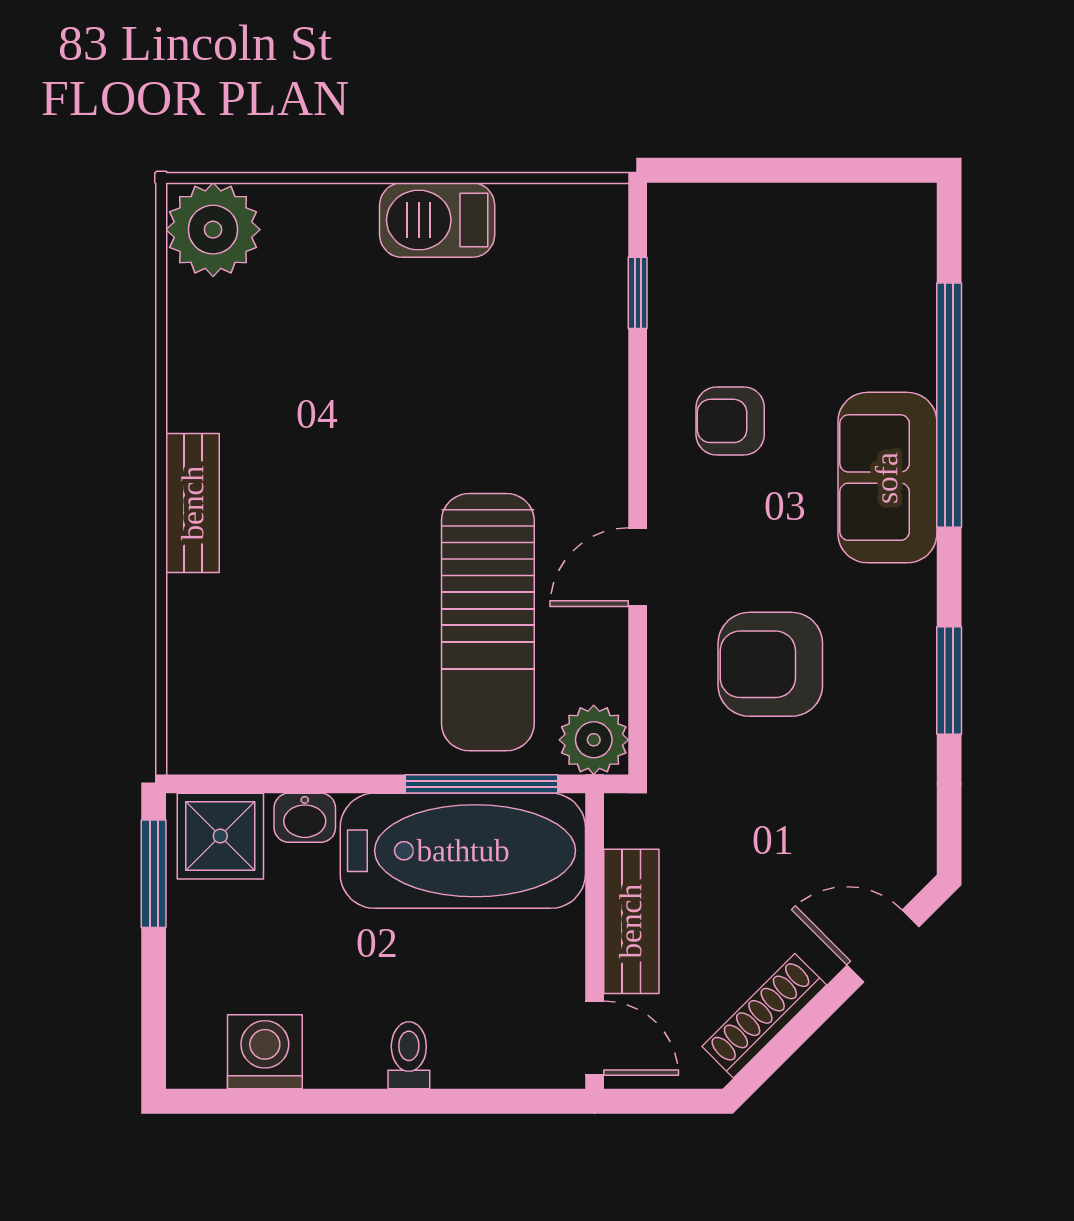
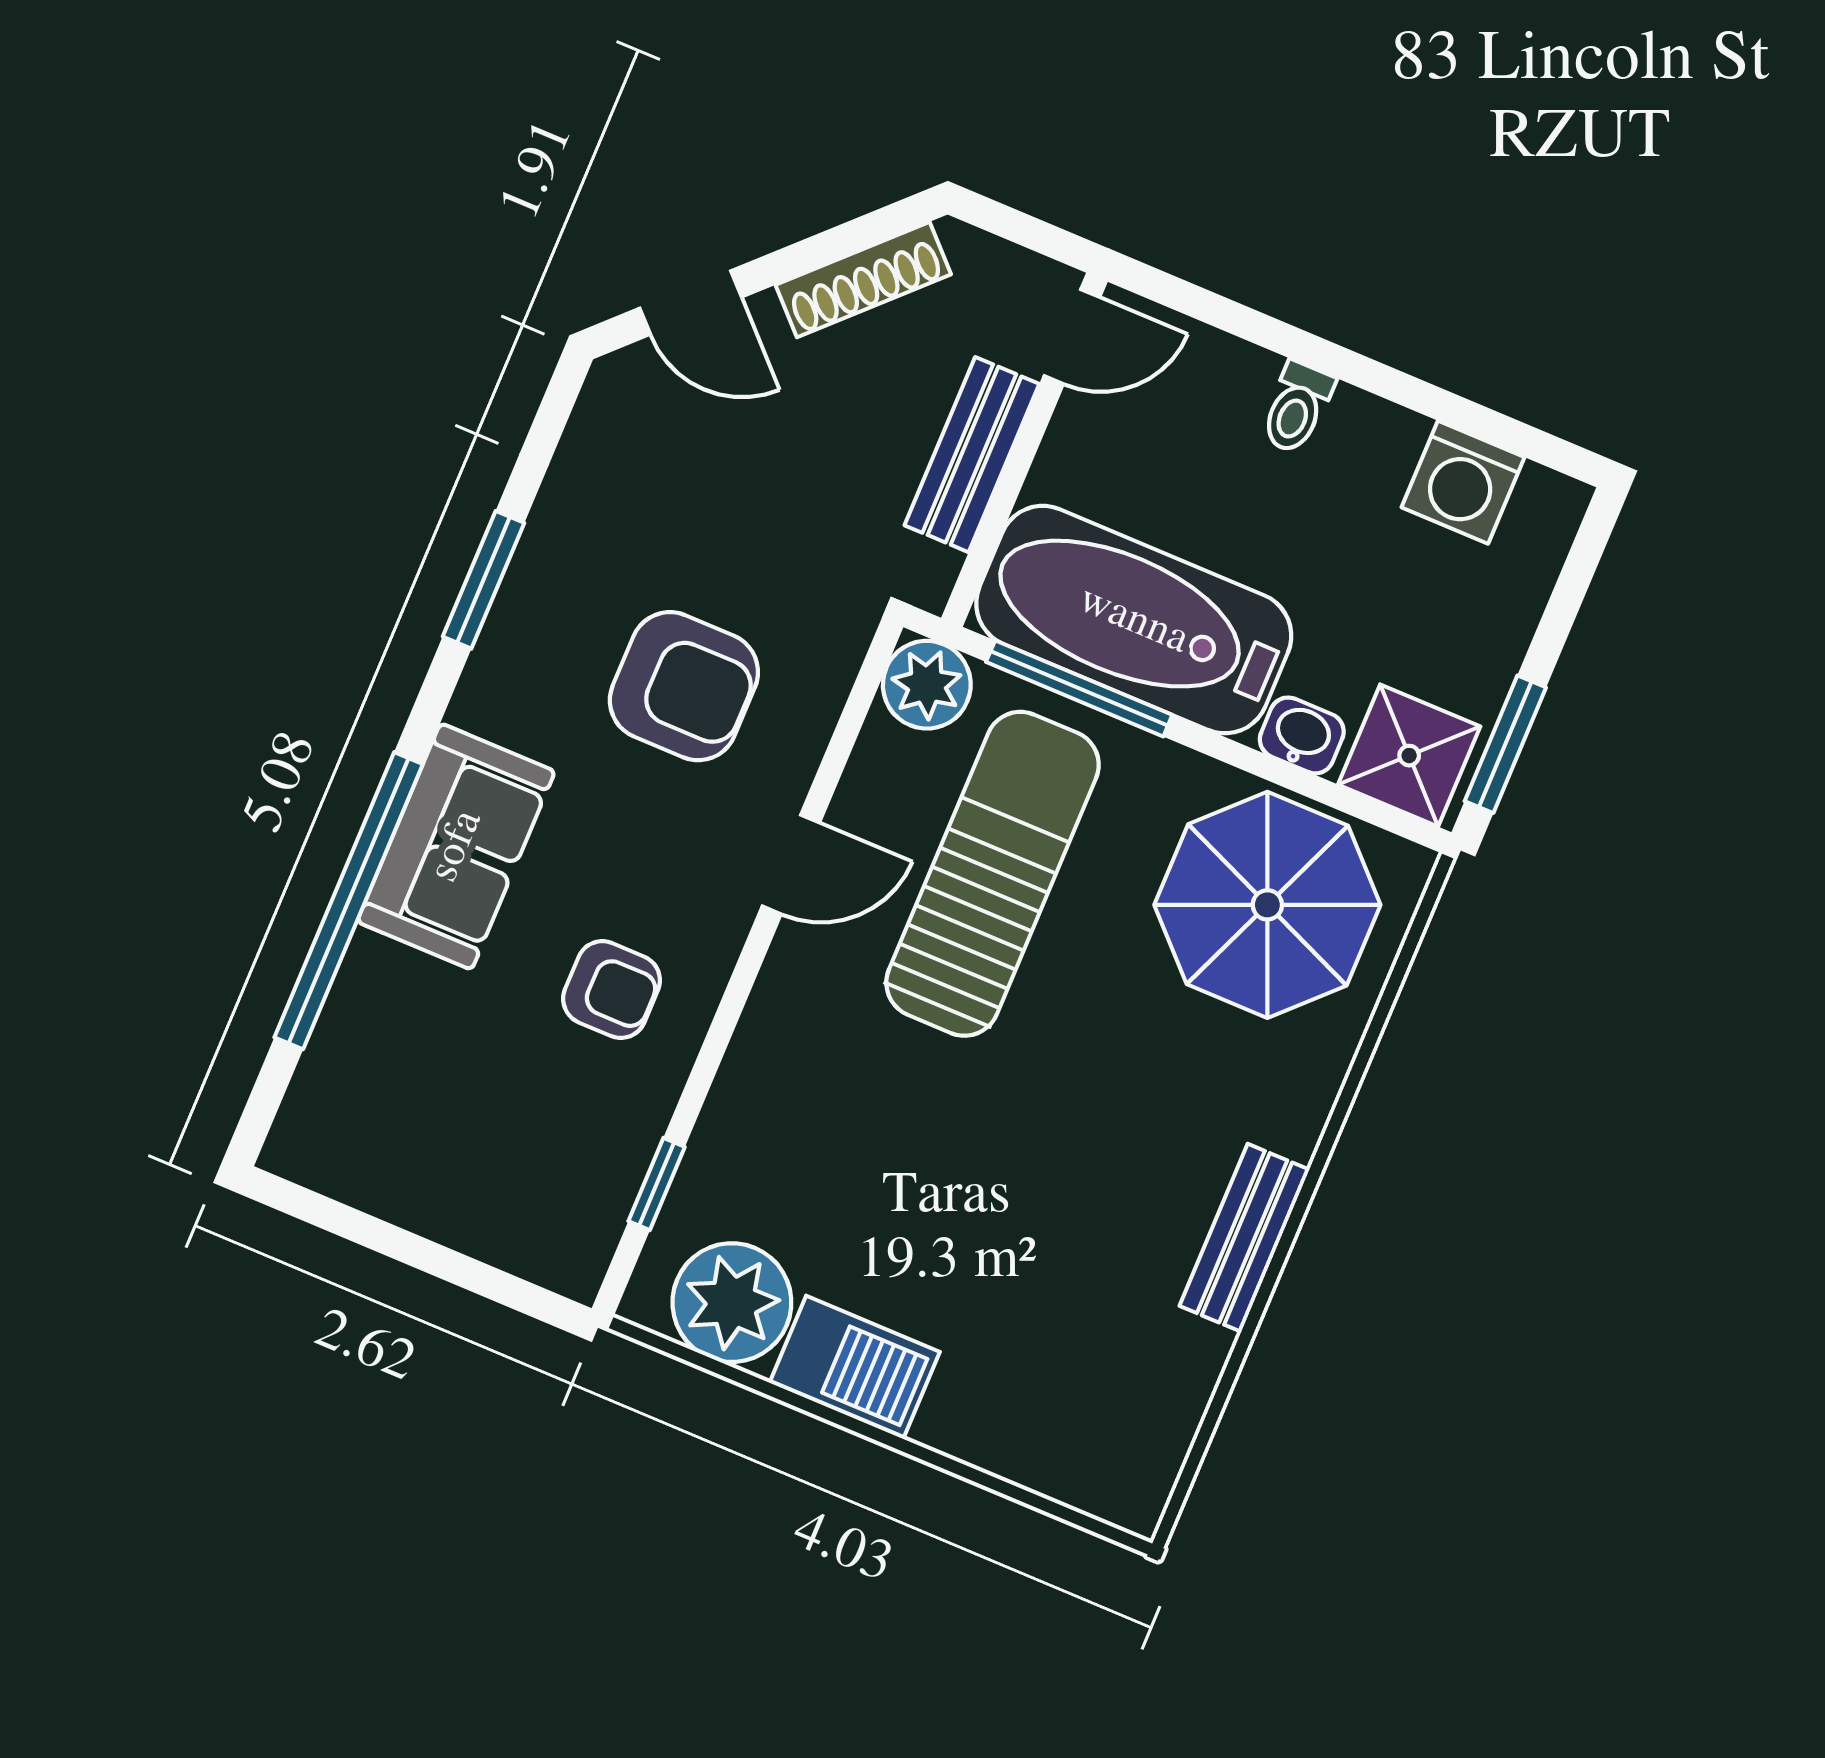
plant: (213, 230) -> (732, 1303), moved
bench: (193, 503) -> (1244, 1238), moved
parasol: (278, 684) -> (1267, 905), added
door: (595, 1038) -> (1072, 337), swing flipped

